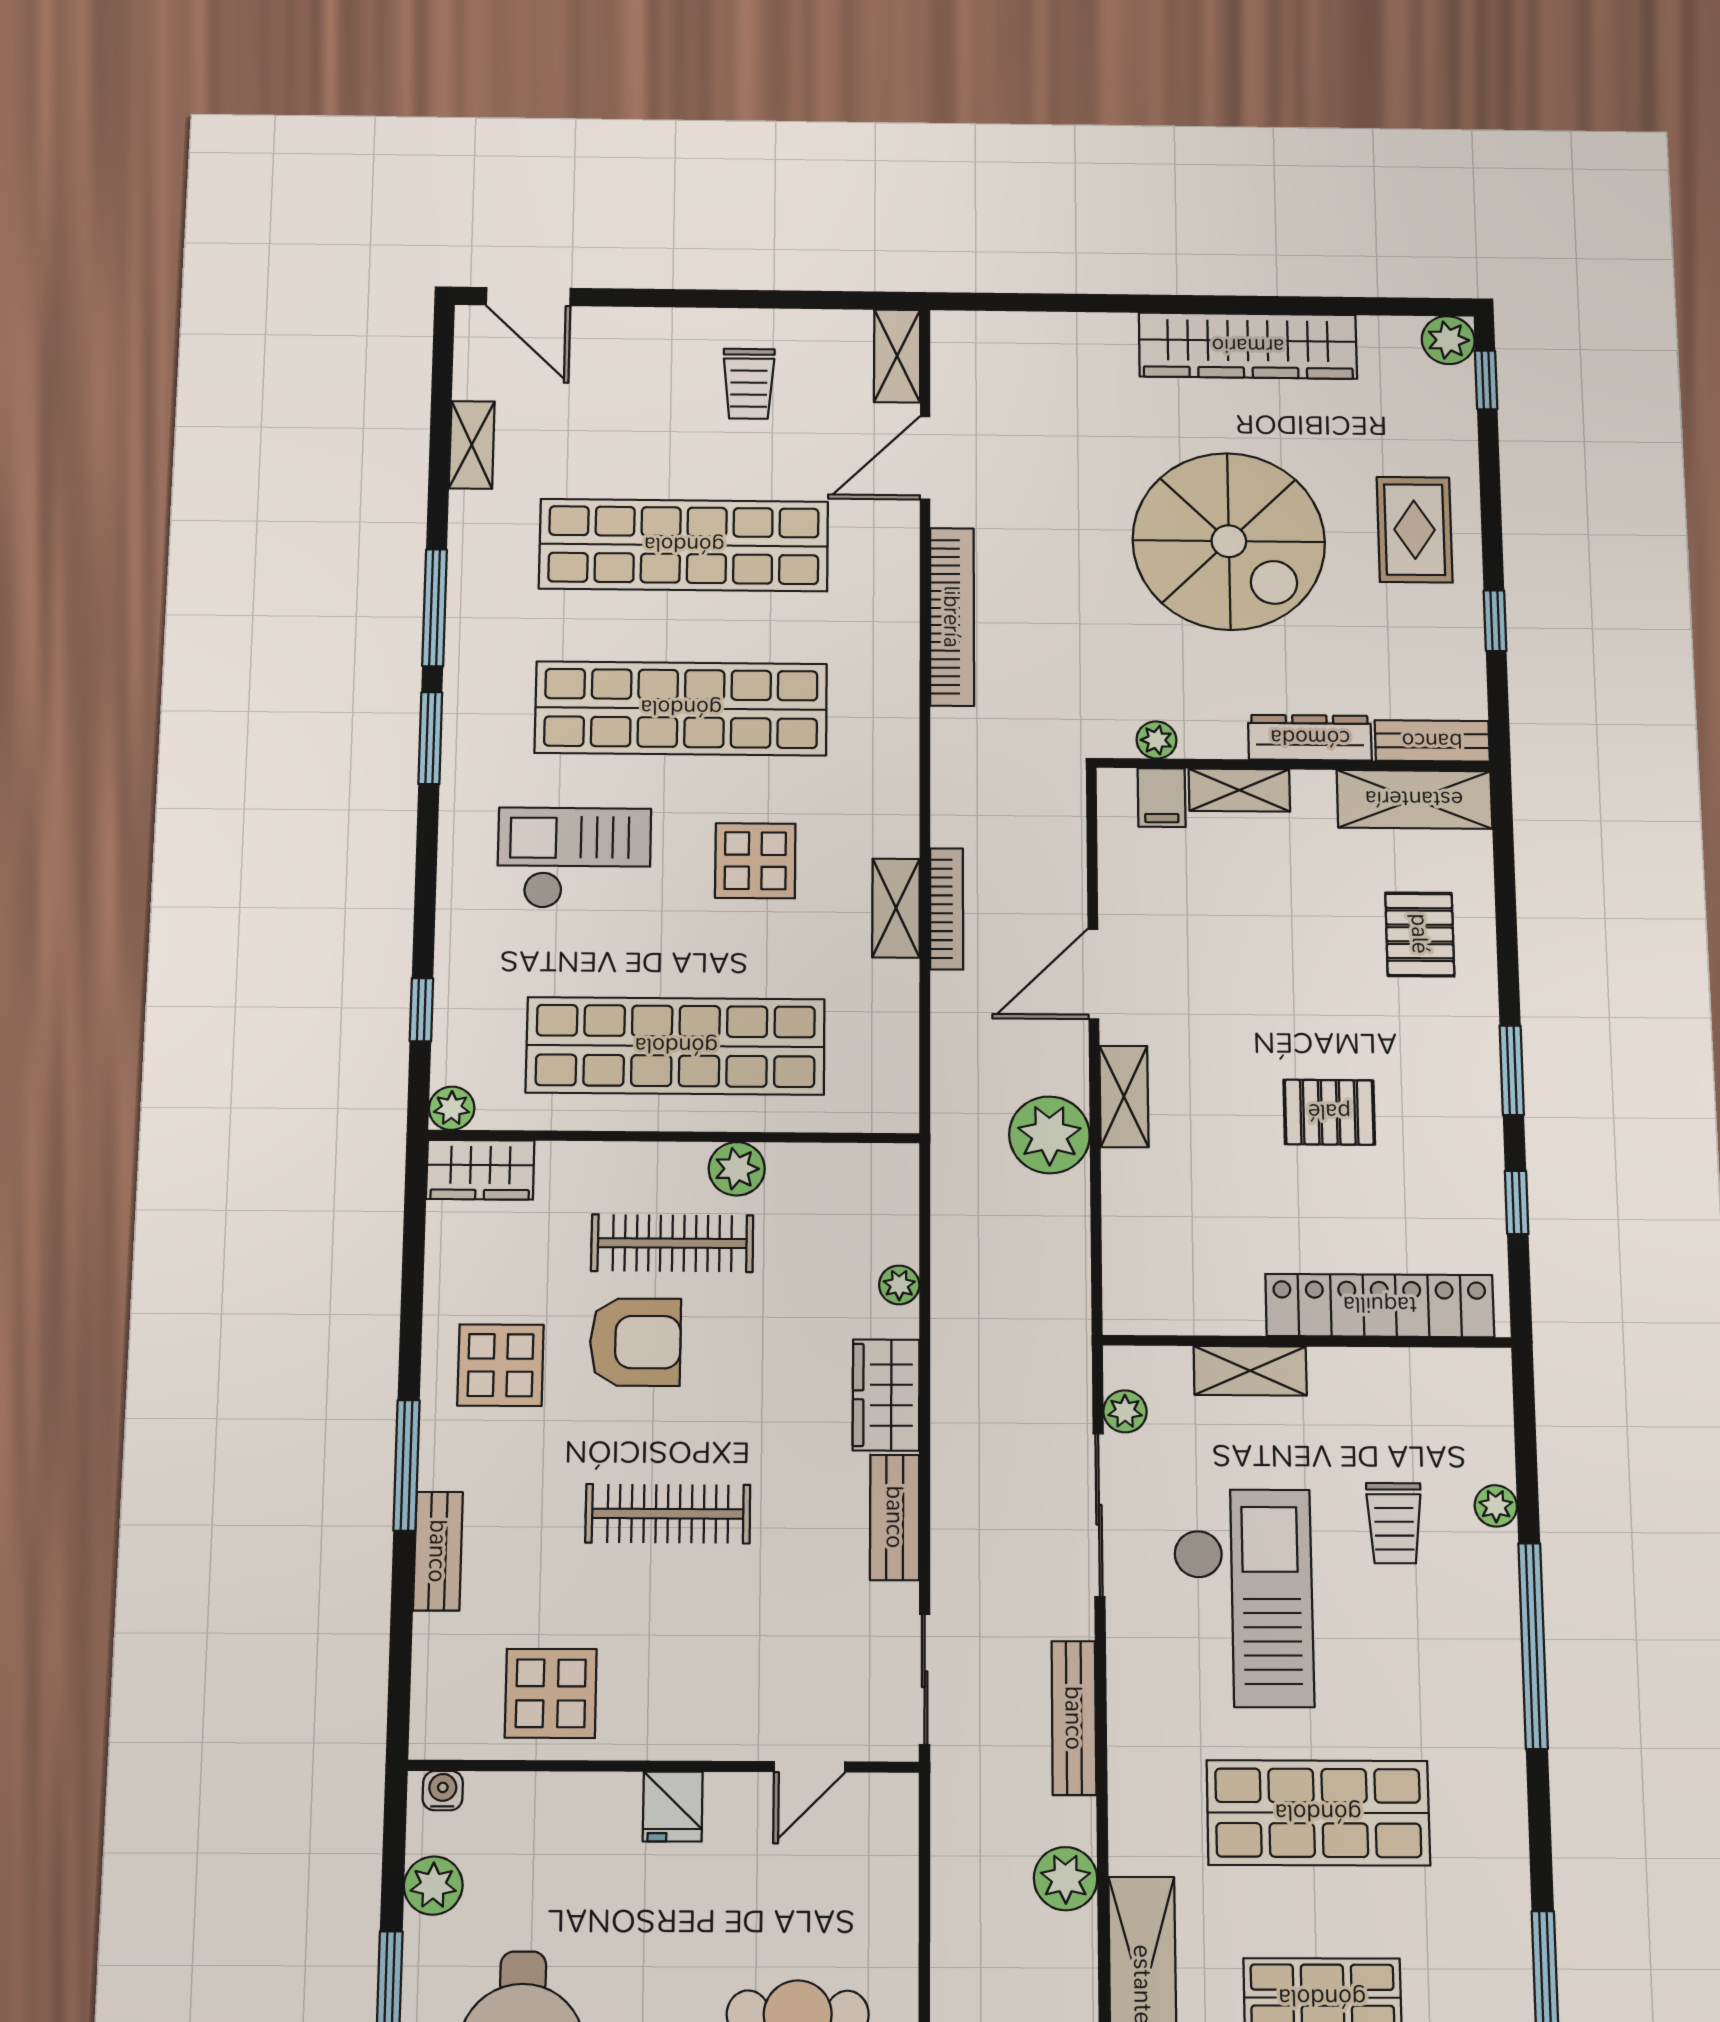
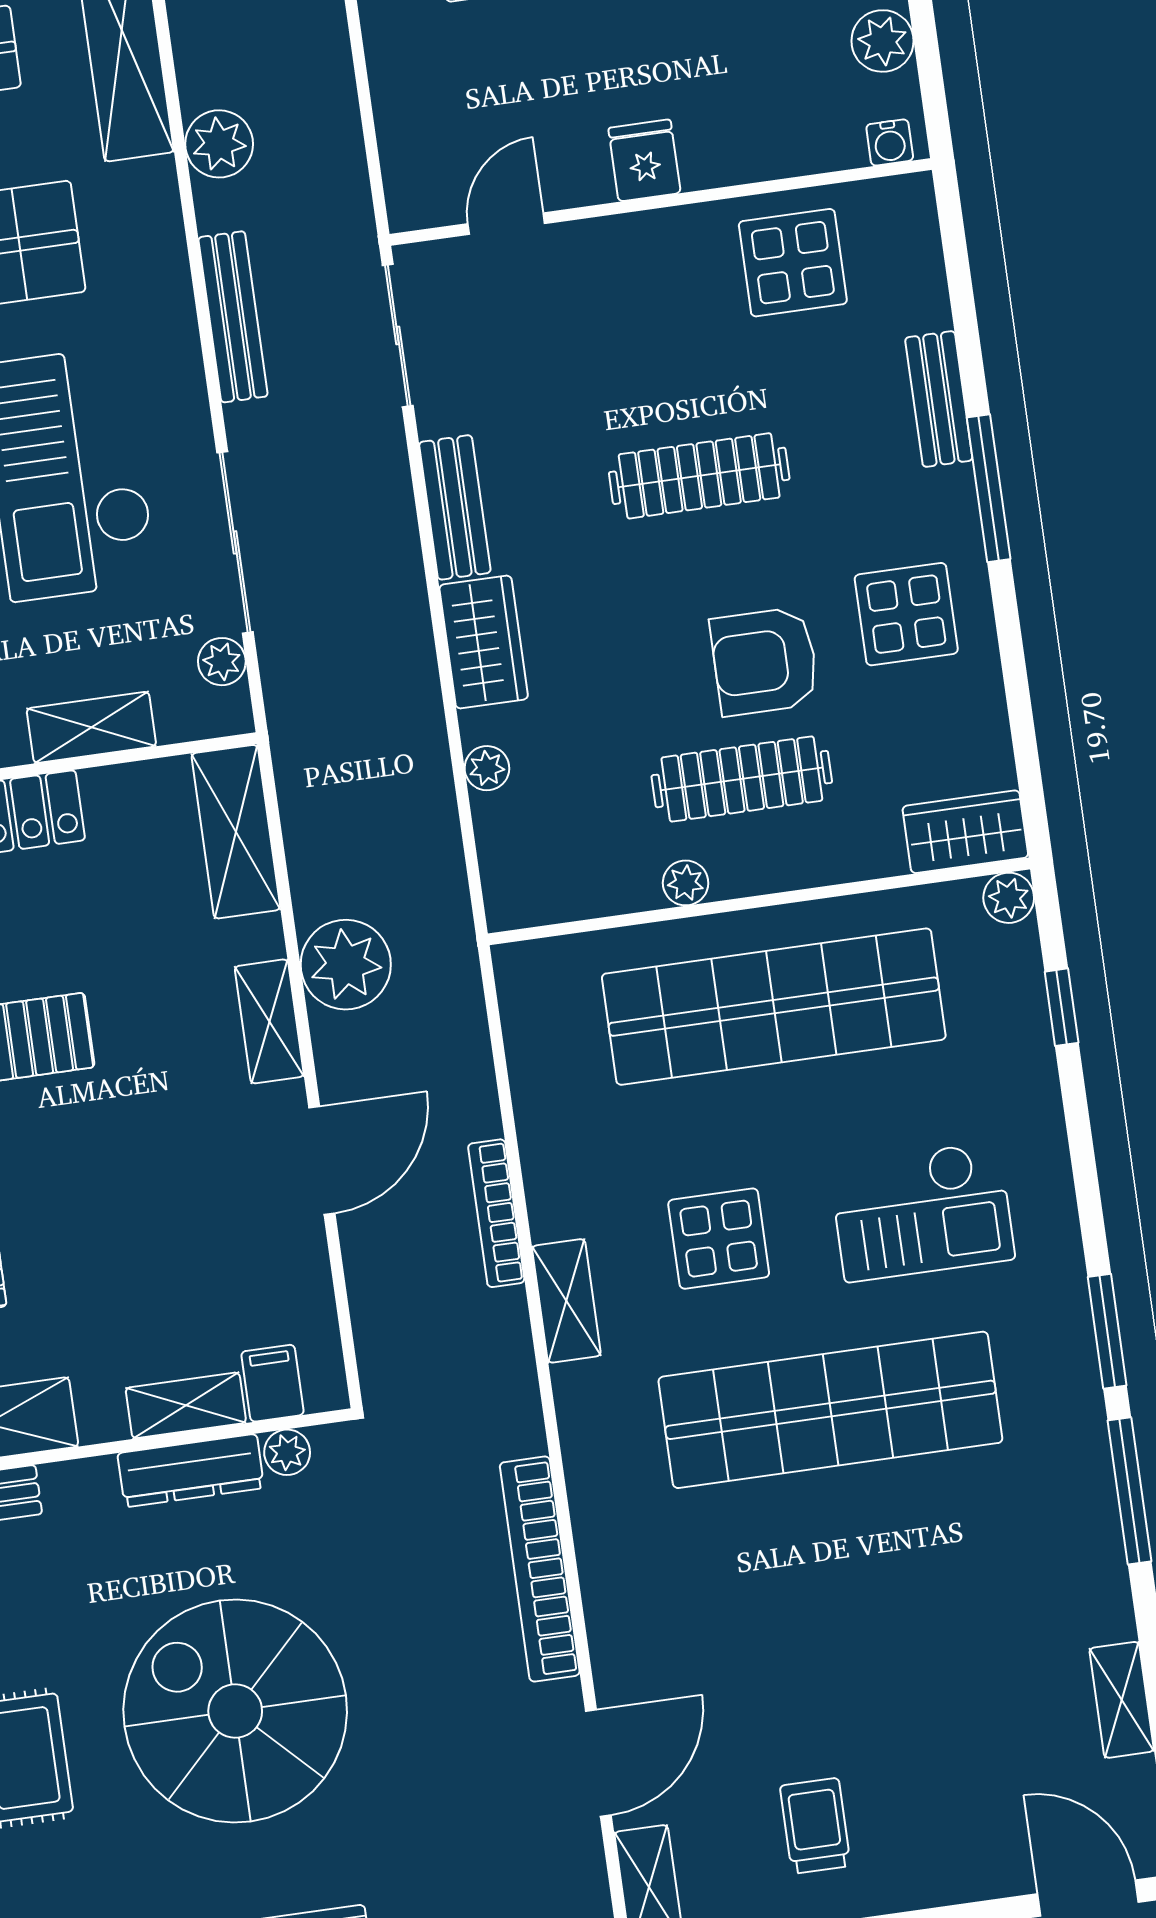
shop shelf: (684, 545) -> (859, 1611), removed
dresser: (1310, 738) -> (191, 1471), moved
shelving: (896, 908) -> (566, 1301), moved
plant: (737, 1169) -> (686, 883), width x0.73, depth x0.73
shelving: (1132, 1262) -> (236, 832), added

